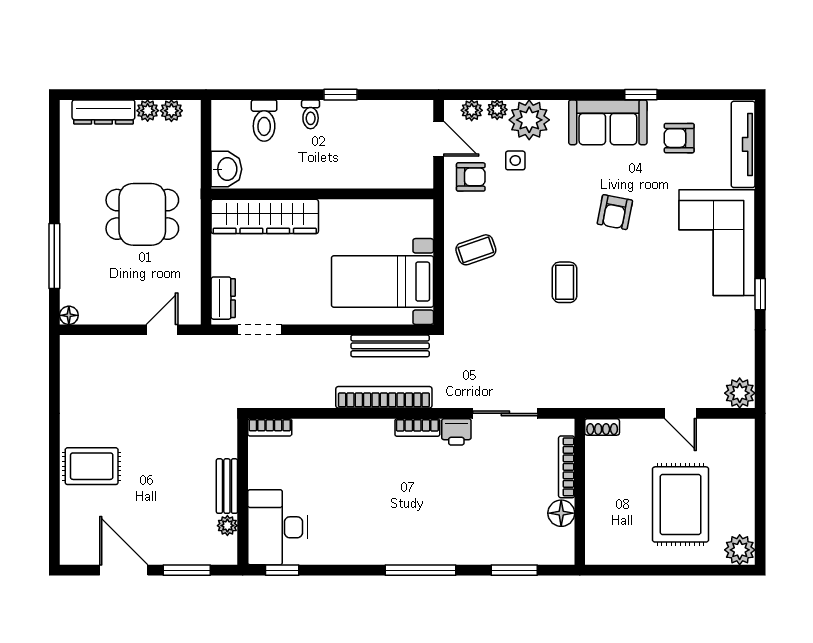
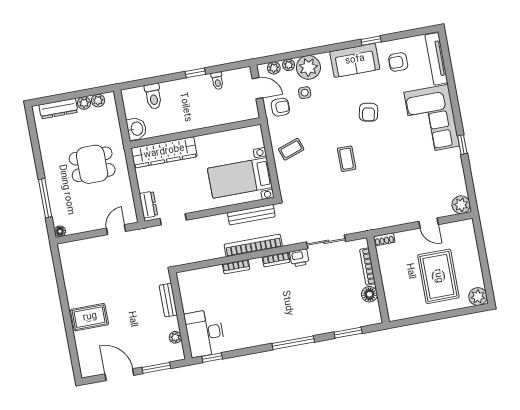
toilet: (311, 114) -> (217, 81), moved
bookcase: (270, 427) -> (236, 267), moved
bench: (227, 486) -> (168, 300), moved

